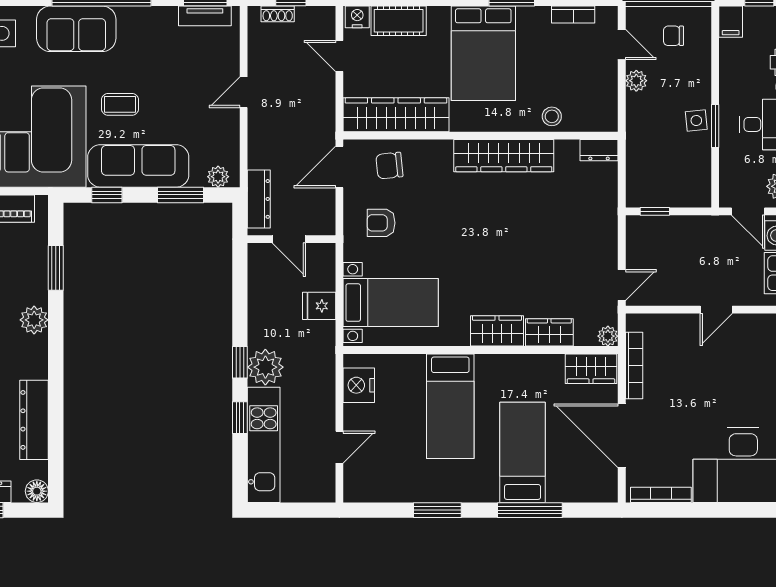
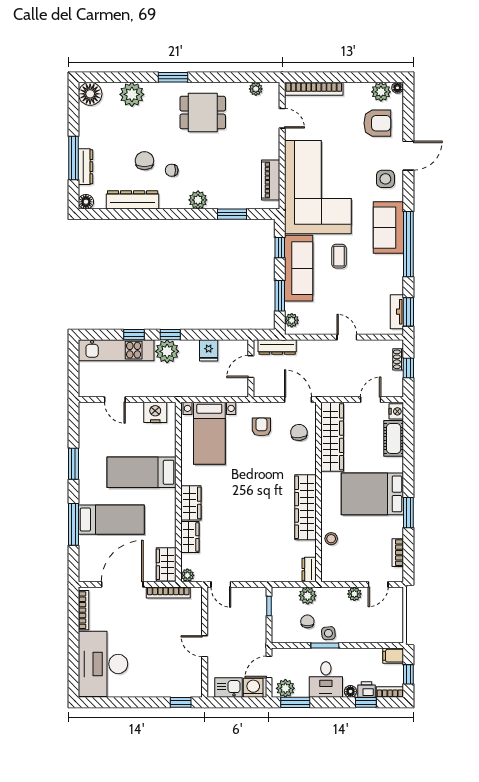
chair: (673, 36) -> (307, 621), moved
plant: (639, 152) -> (308, 596), added
fridge: (319, 306) -> (209, 350), moved, turned 180

